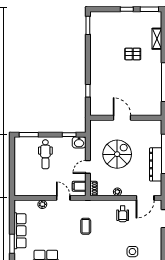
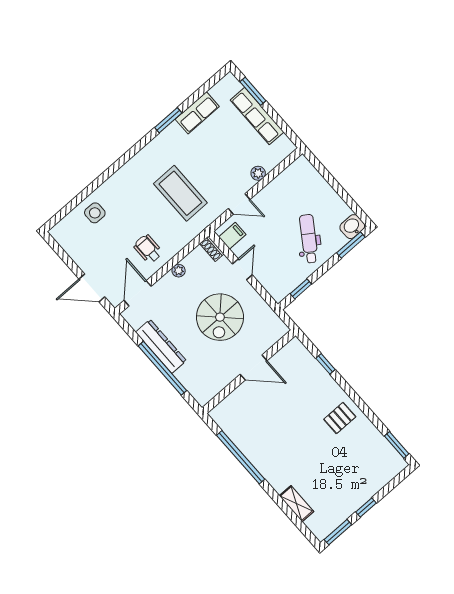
pallet: (133, 54) -> (340, 418), moved
washbasin: (79, 142) -> (352, 227), moved
dental chair: (45, 154) -> (309, 239), turned 34
coffee table: (86, 226) -> (180, 193), width x1.86, depth x1.72

